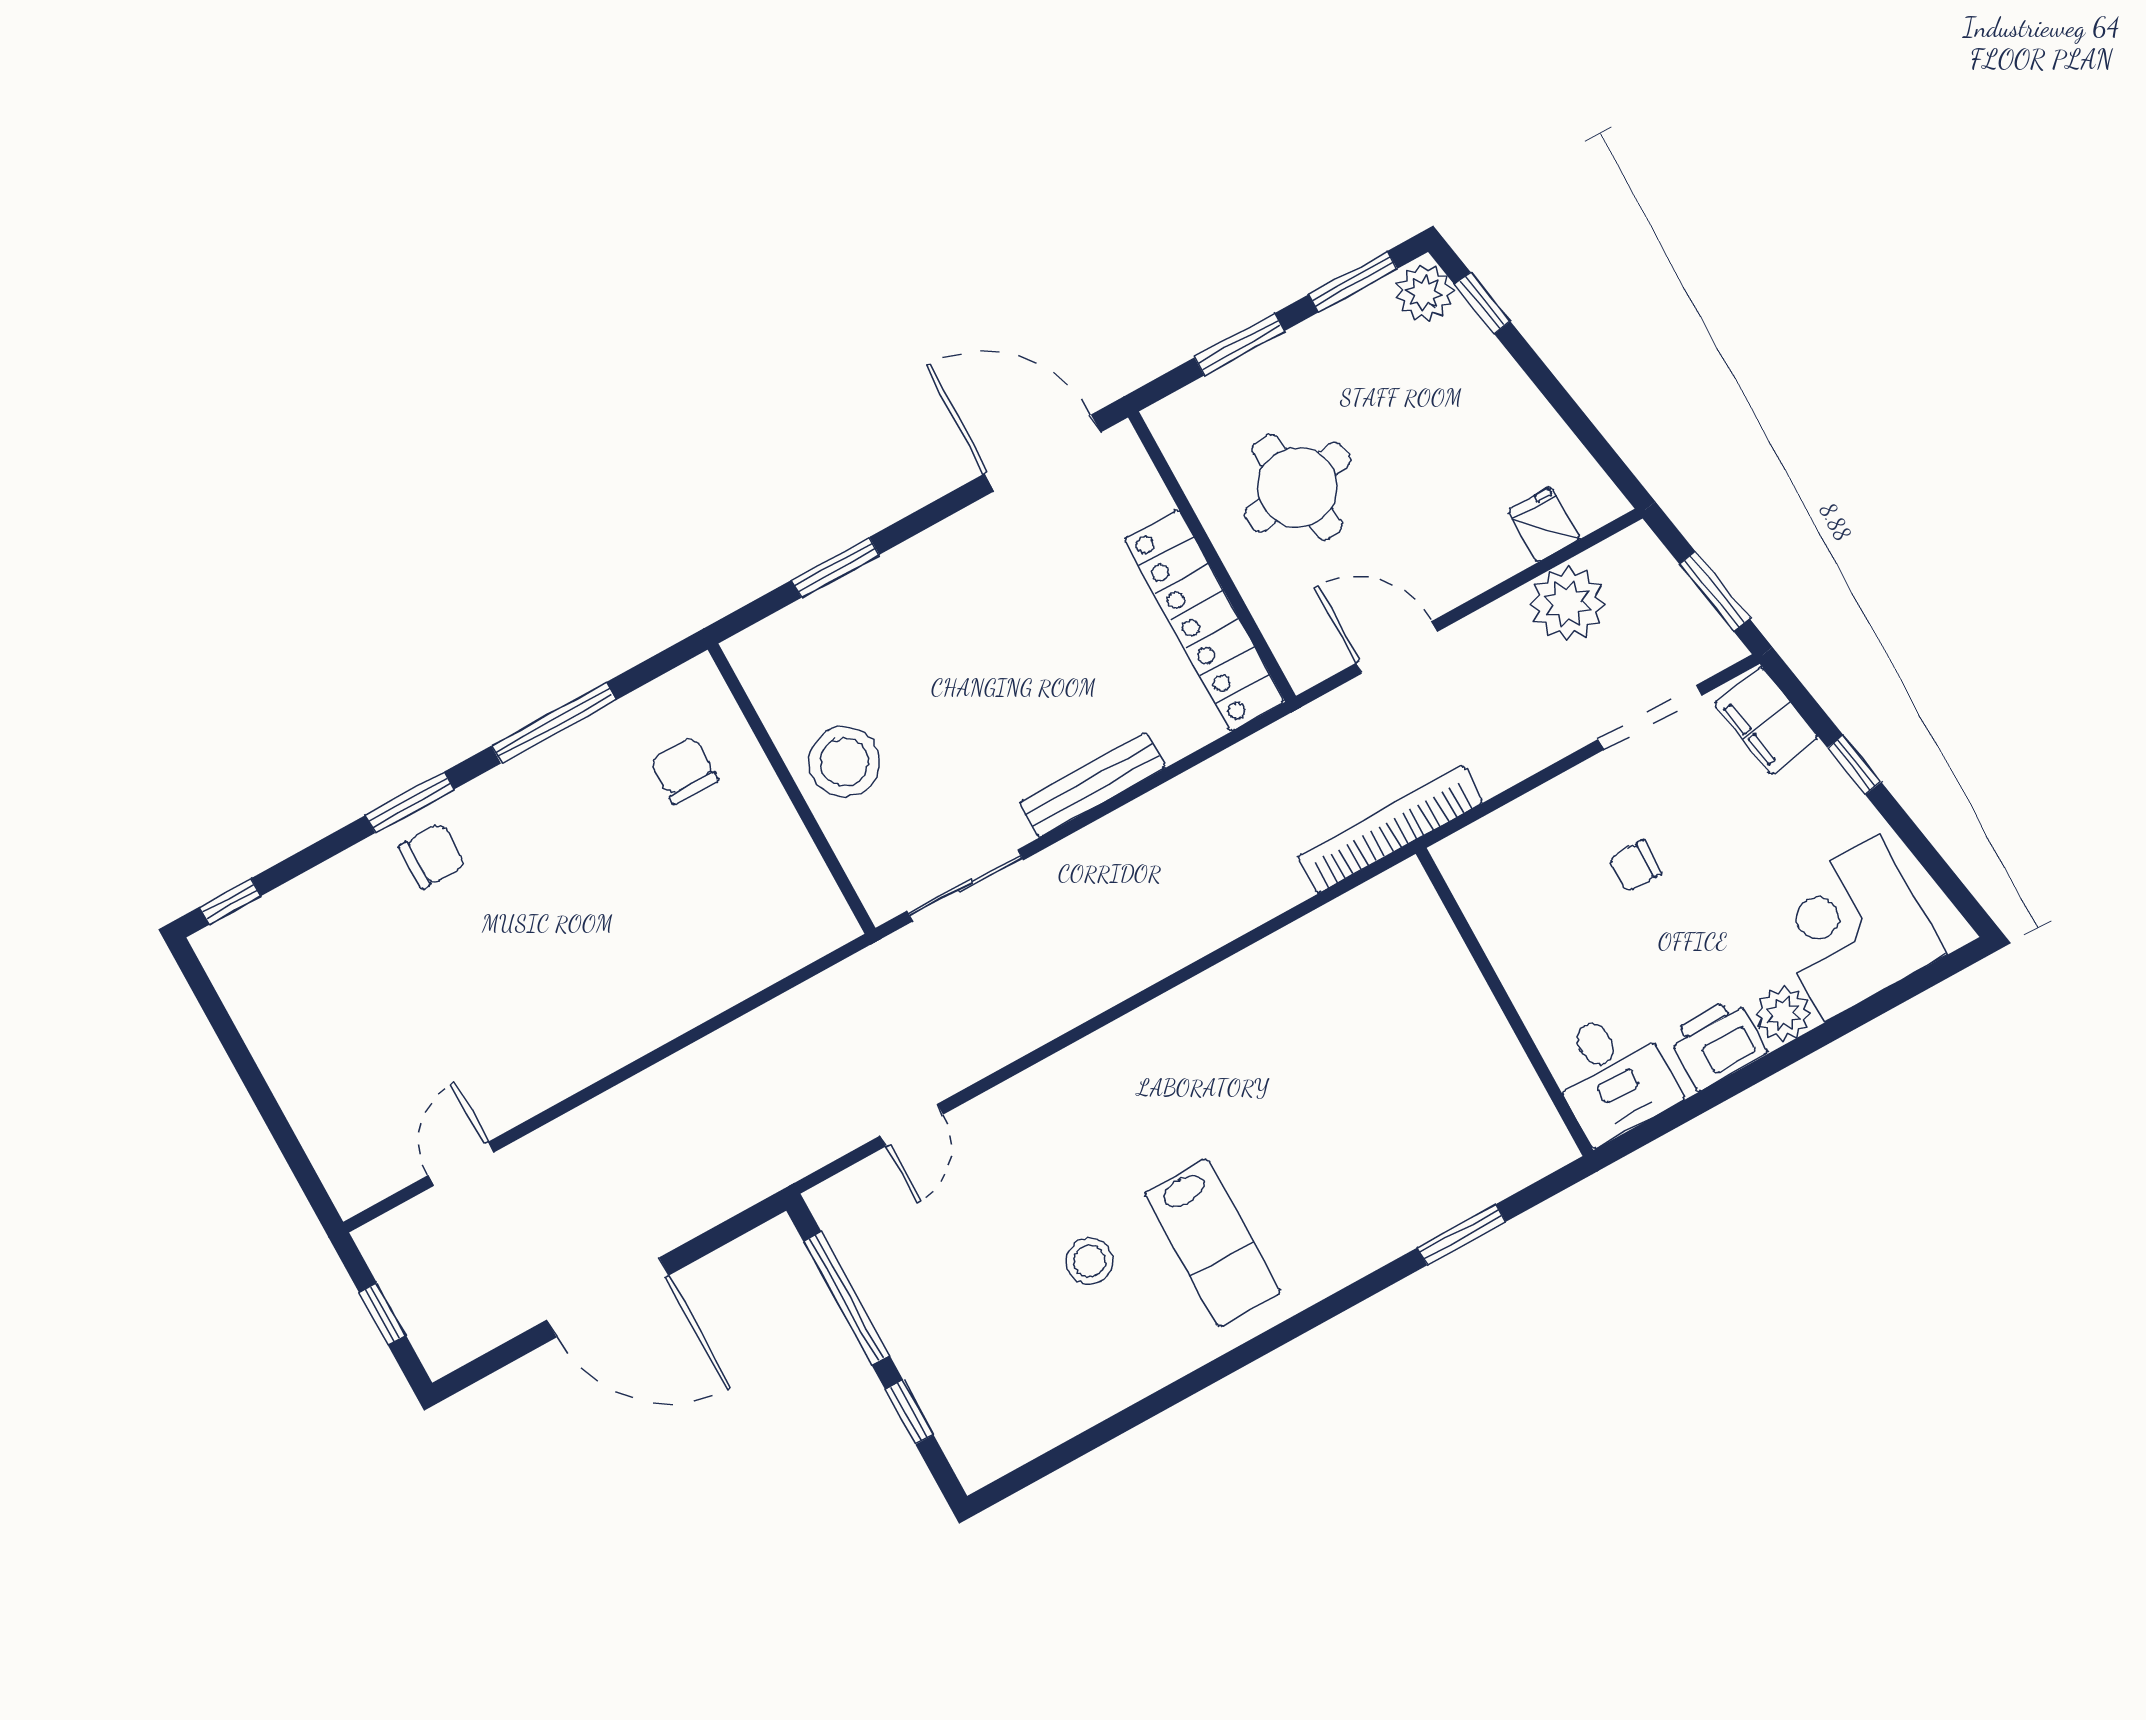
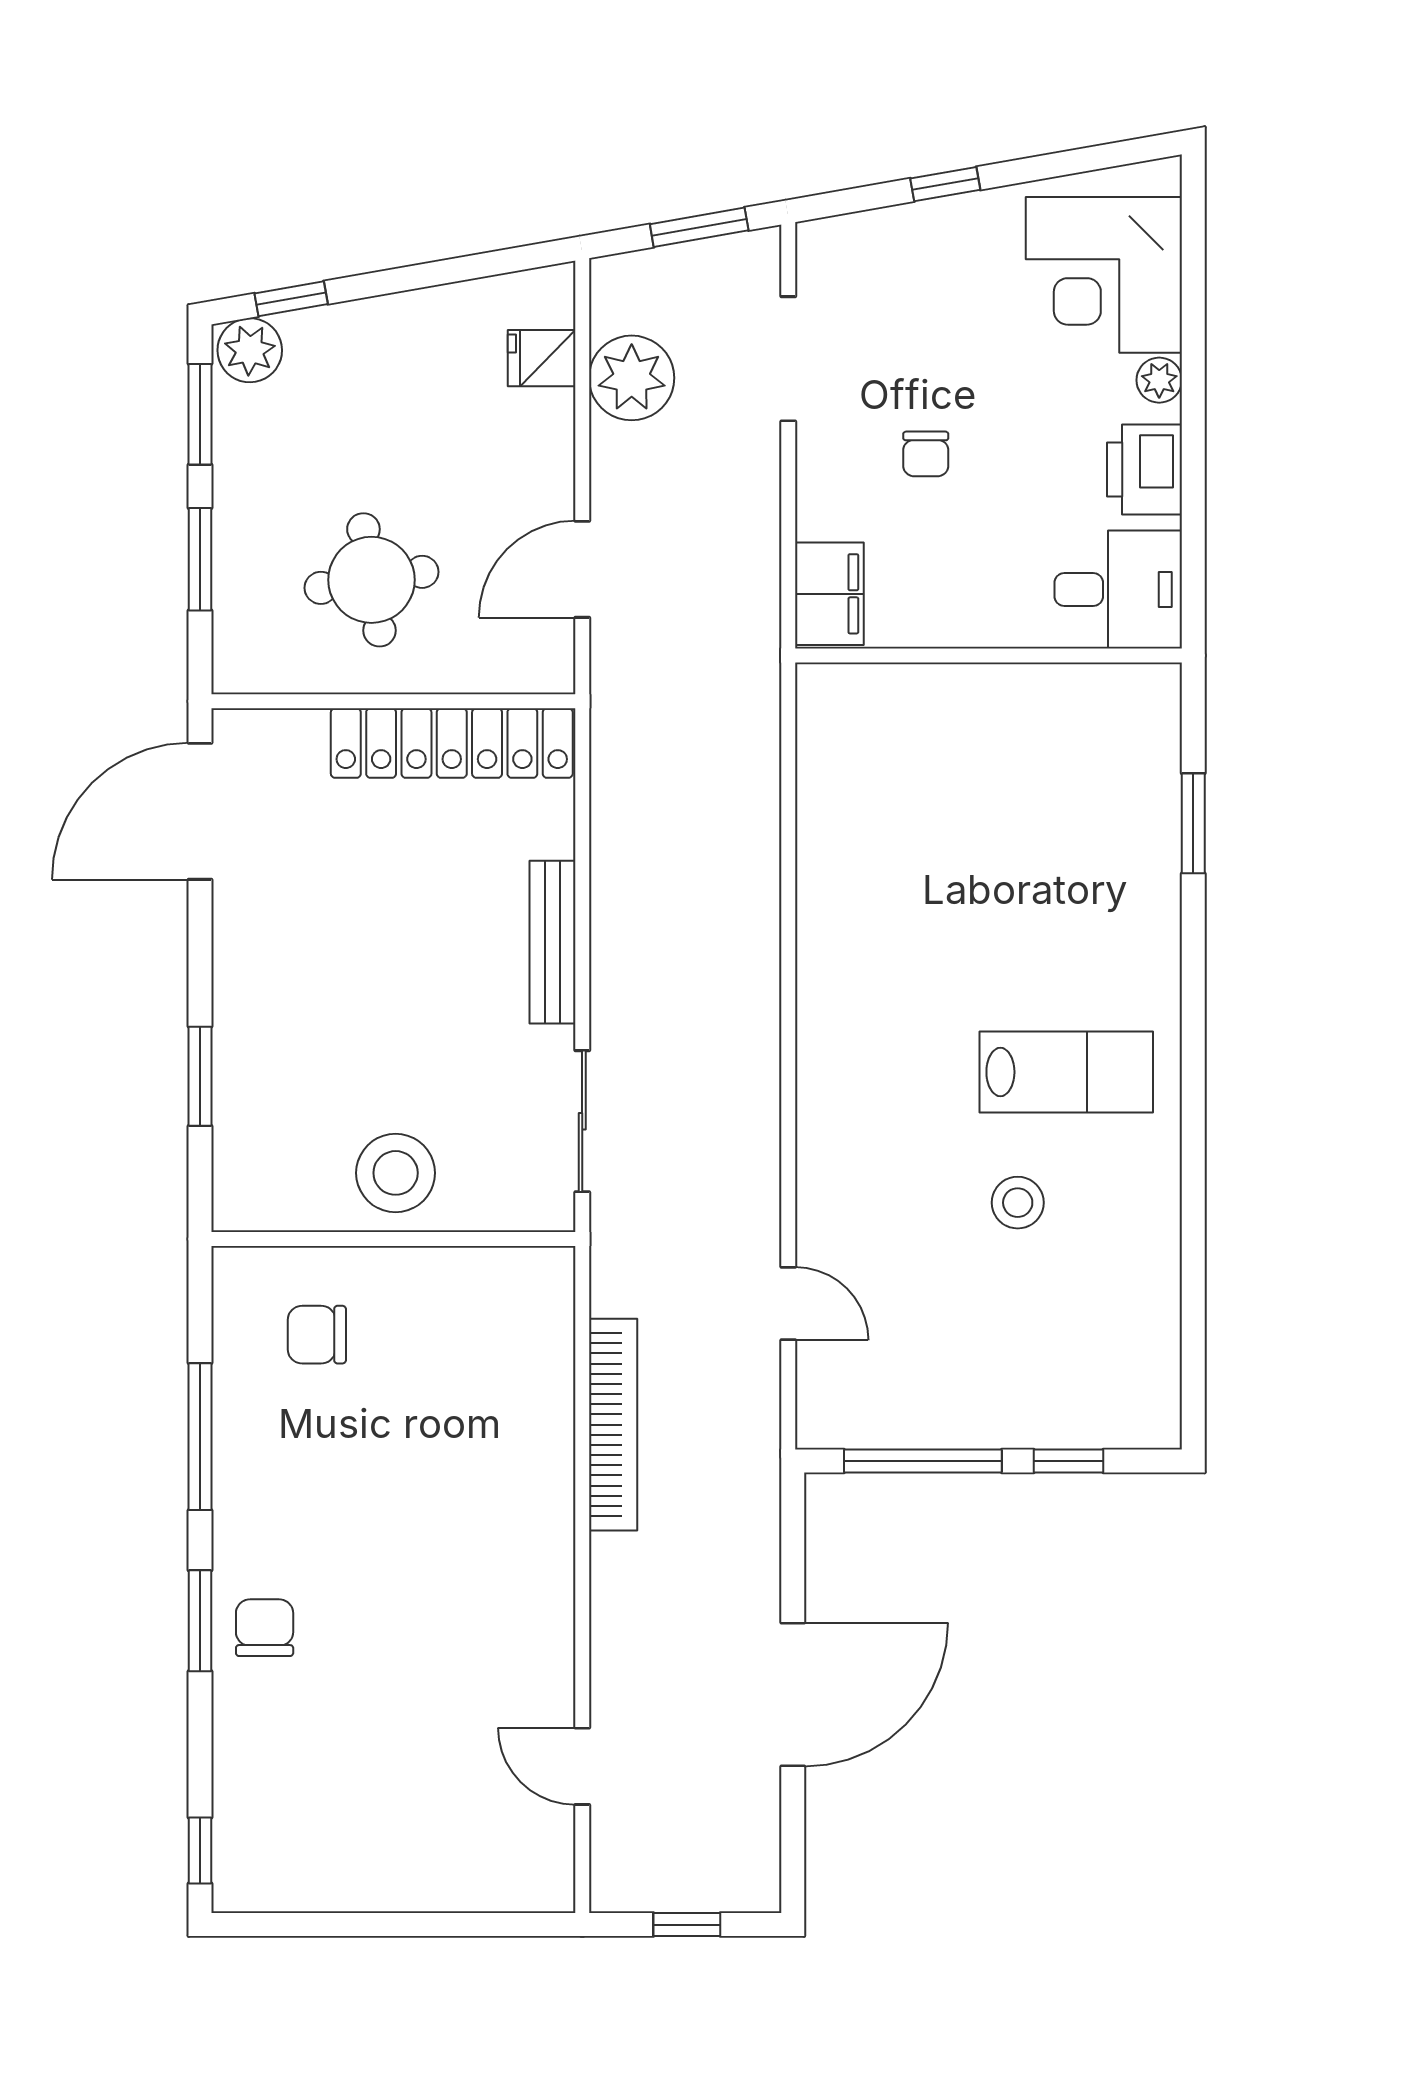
filing cabinet: (1766, 721) -> (829, 594), moved, turned -80
bookcase: (1390, 829) -> (613, 1425), moved, turned 180
plant: (1783, 1014) -> (1159, 380), width x0.73, depth x0.73

